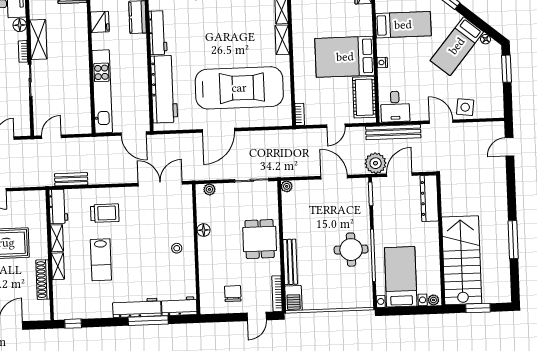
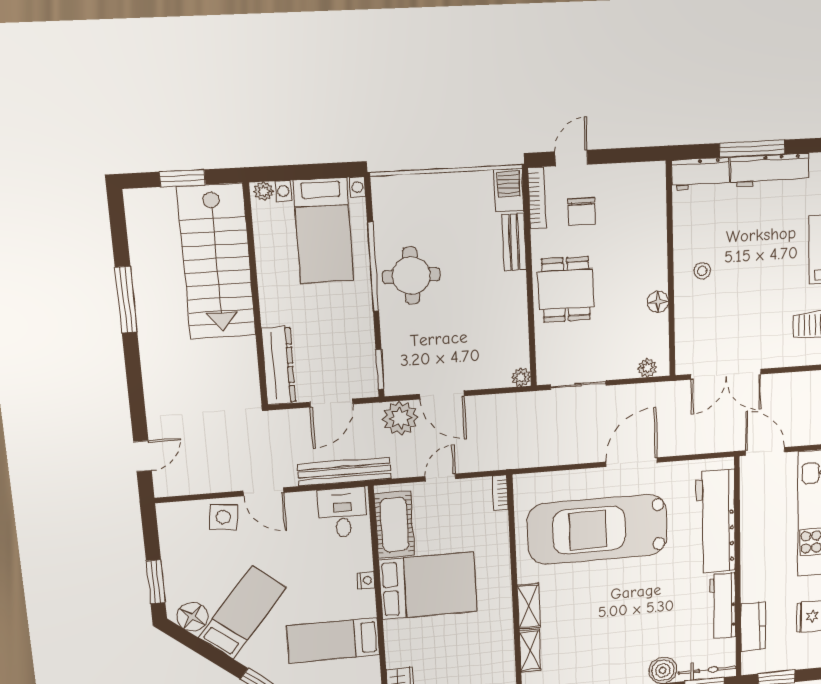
floor lamp: (486, 39) -> (192, 617), width x1.89, depth x1.89
plant: (376, 163) -> (400, 418), moved
bench: (290, 262) -> (514, 242), width x0.73
chair: (233, 294) -> (582, 211), moved

